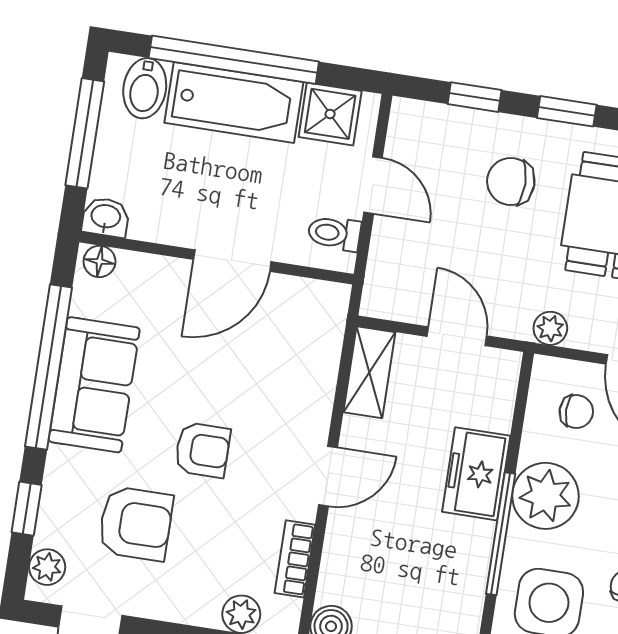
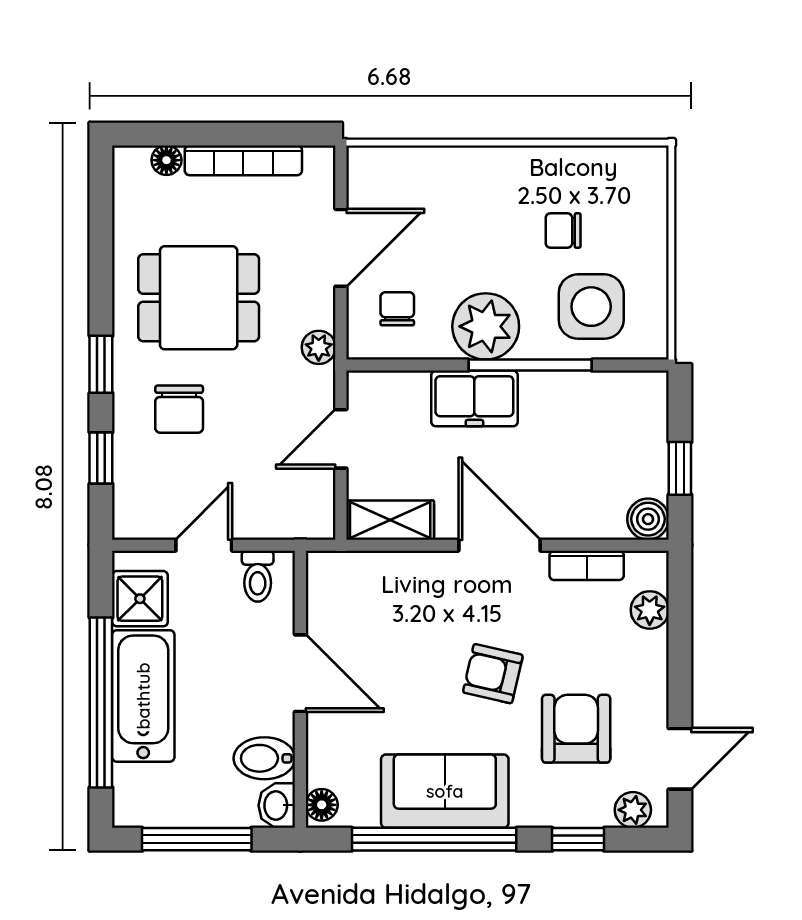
bidet: (145, 88) -> (264, 758), moved, turned 180
armchair: (202, 450) -> (493, 674), turned -77
door: (328, 476) -> (499, 545), width x1.37

